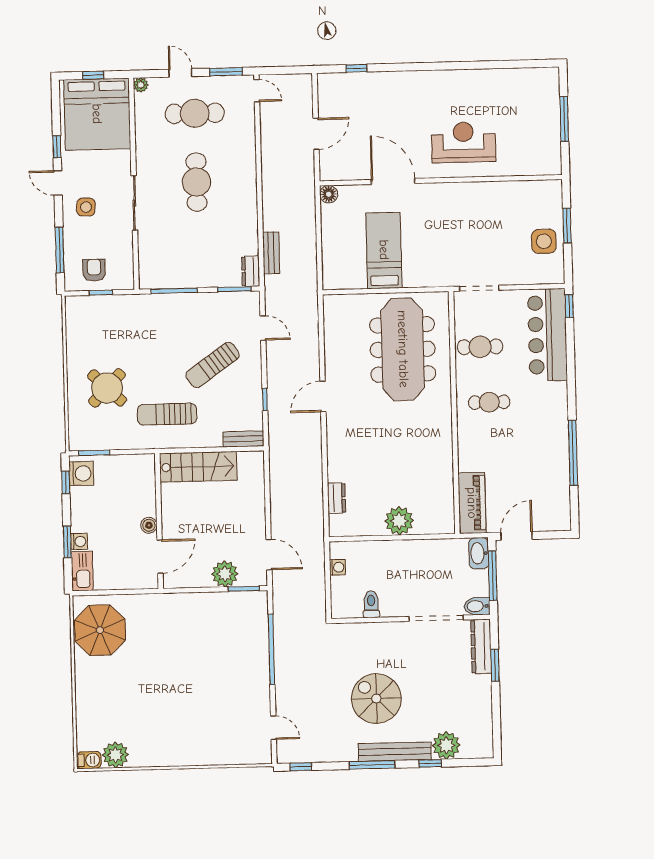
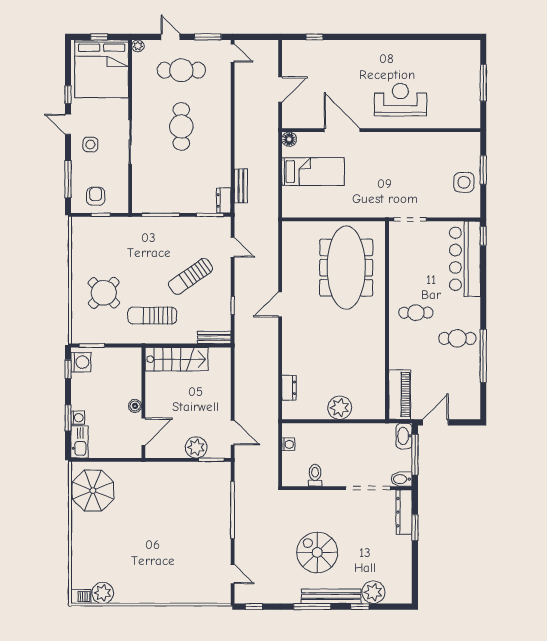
bed: (384, 250) -> (313, 172), moved, turned 90
cafe table: (480, 347) -> (457, 338), moved

